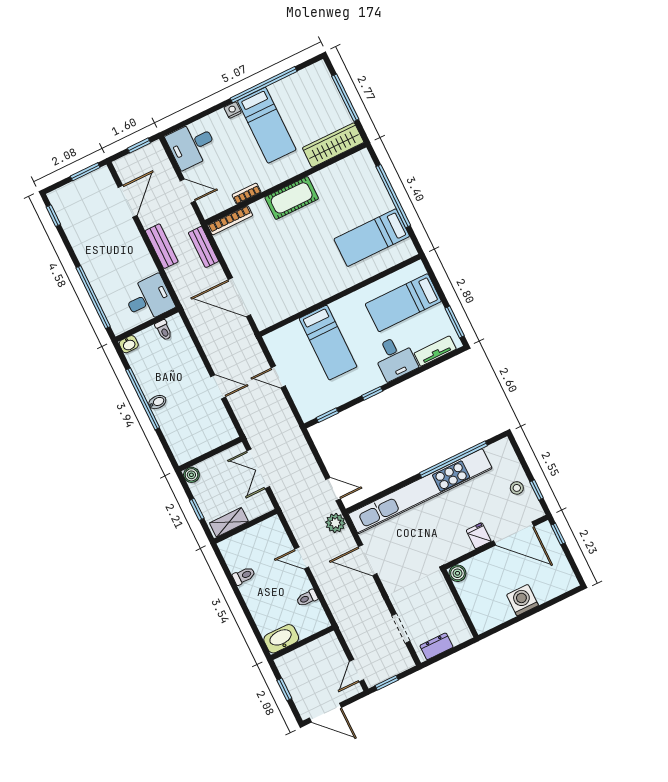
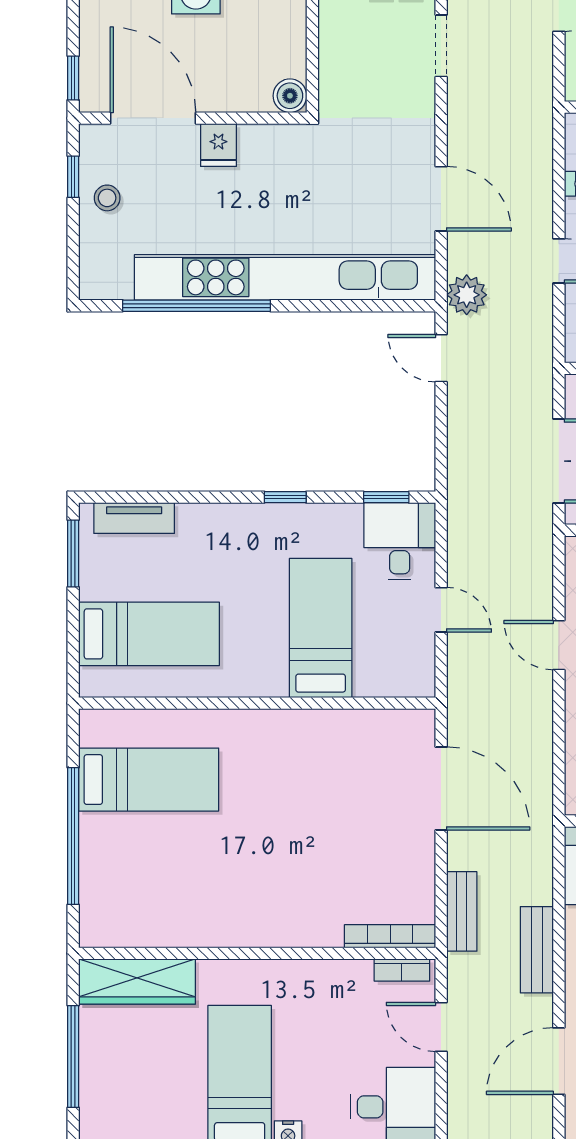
bookcase: (246, 194) -> (402, 970), moved
cot: (292, 198) -> (259, 922), removed
desk: (395, 358) -> (400, 541), moved

